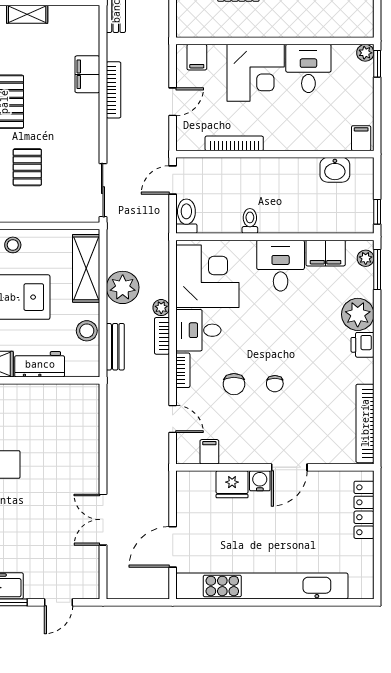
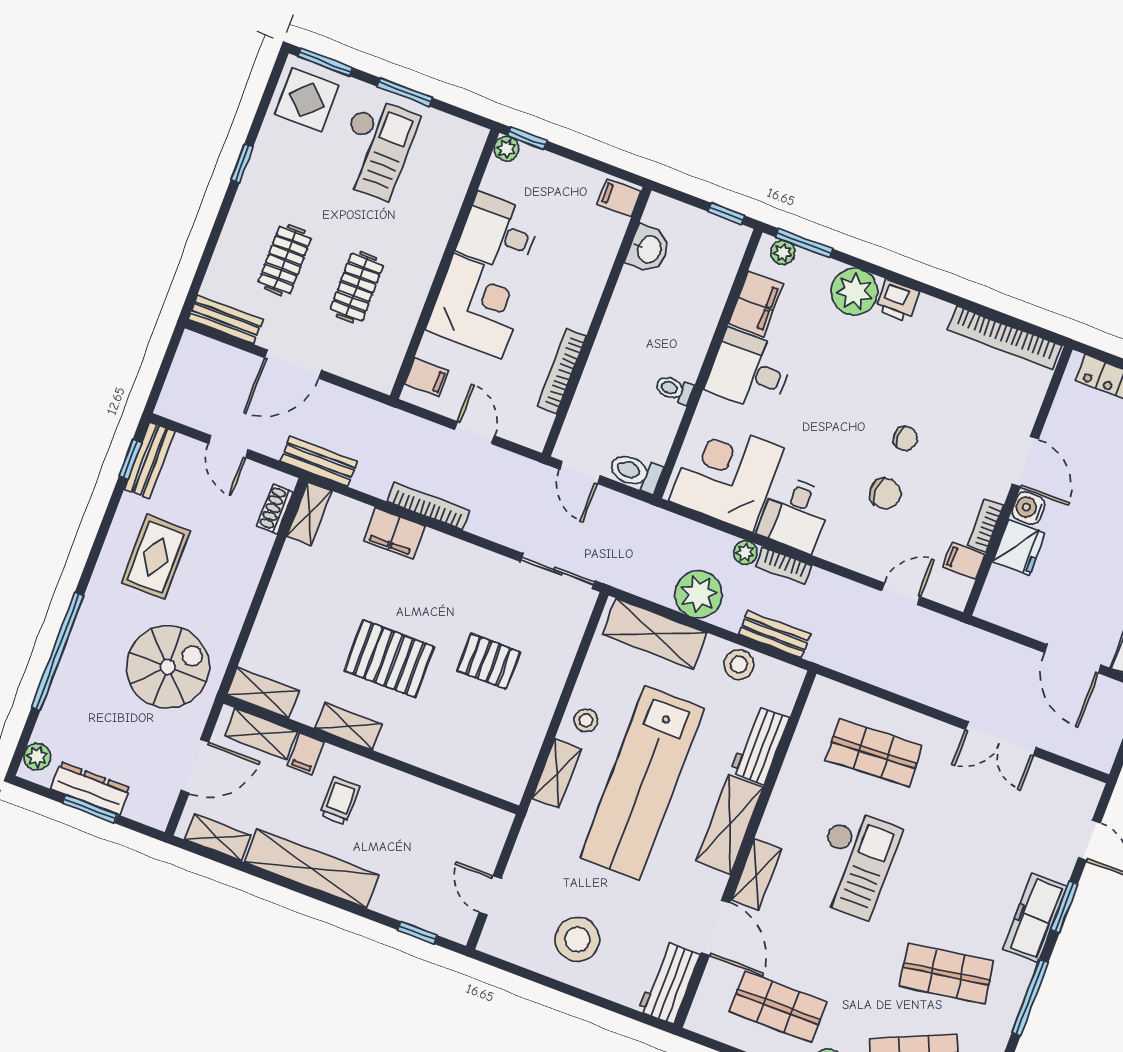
shelving: (27, 14) -> (309, 514), moved
bookcase: (183, 370) -> (985, 526), moved, turned -90
shop shelf: (63, 441) -> (874, 753), added

